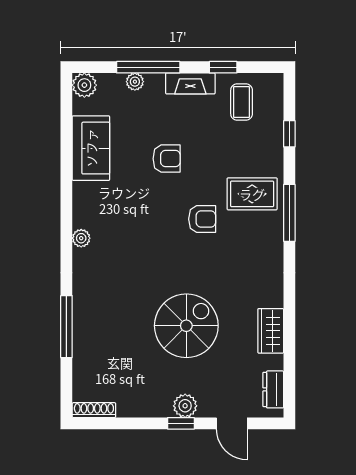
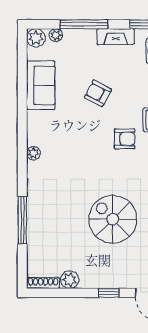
plant: (135, 82) -> (56, 35), moved
armchair: (167, 159) -> (98, 93), turned -152
spiral stairs: (186, 326) -> (113, 219), turned -90
plant: (185, 406) -> (70, 280), moved

